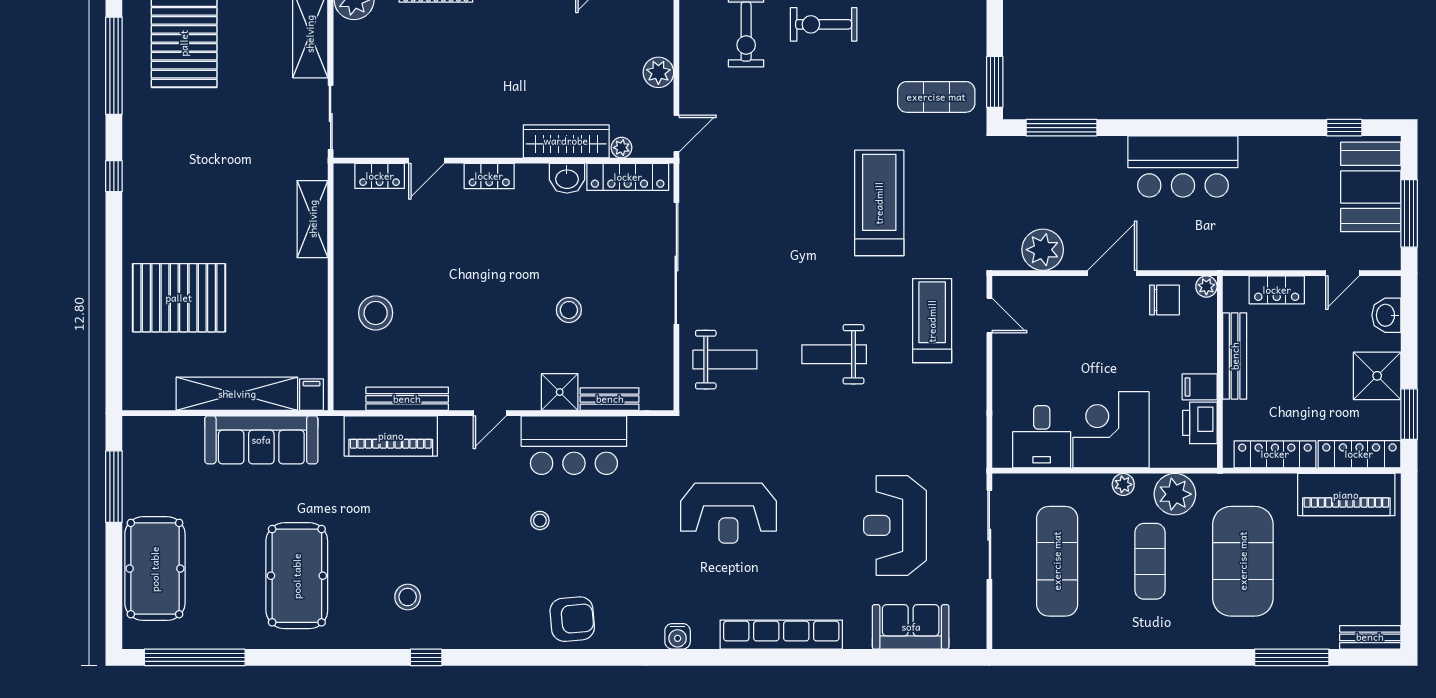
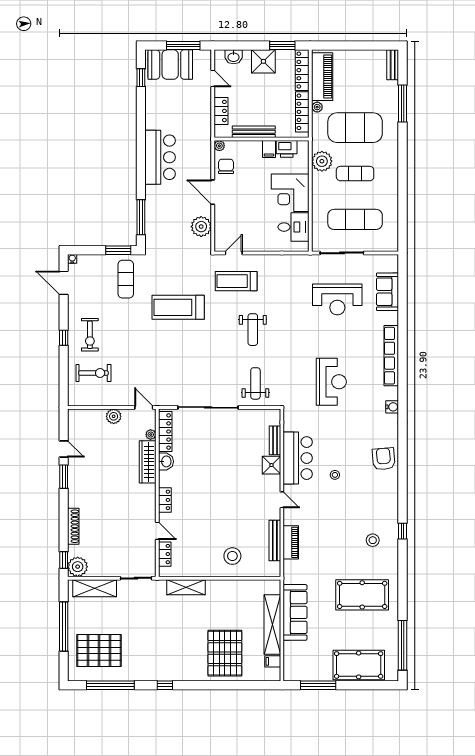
stool: (569, 310) -> (231, 461), removed
filing cabinet: (311, 395) -> (273, 661), moved
piano: (391, 436) -> (291, 542), width x0.73, depth x0.75
plant: (1123, 484) -> (317, 107), moved

